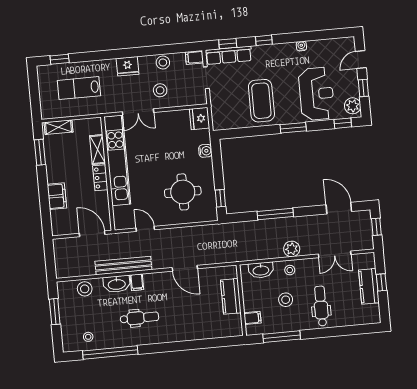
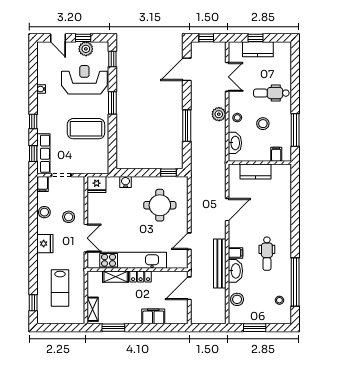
plant: (353, 106) -> (86, 49), moved
dental chair: (139, 318) -> (267, 254), turned 180

